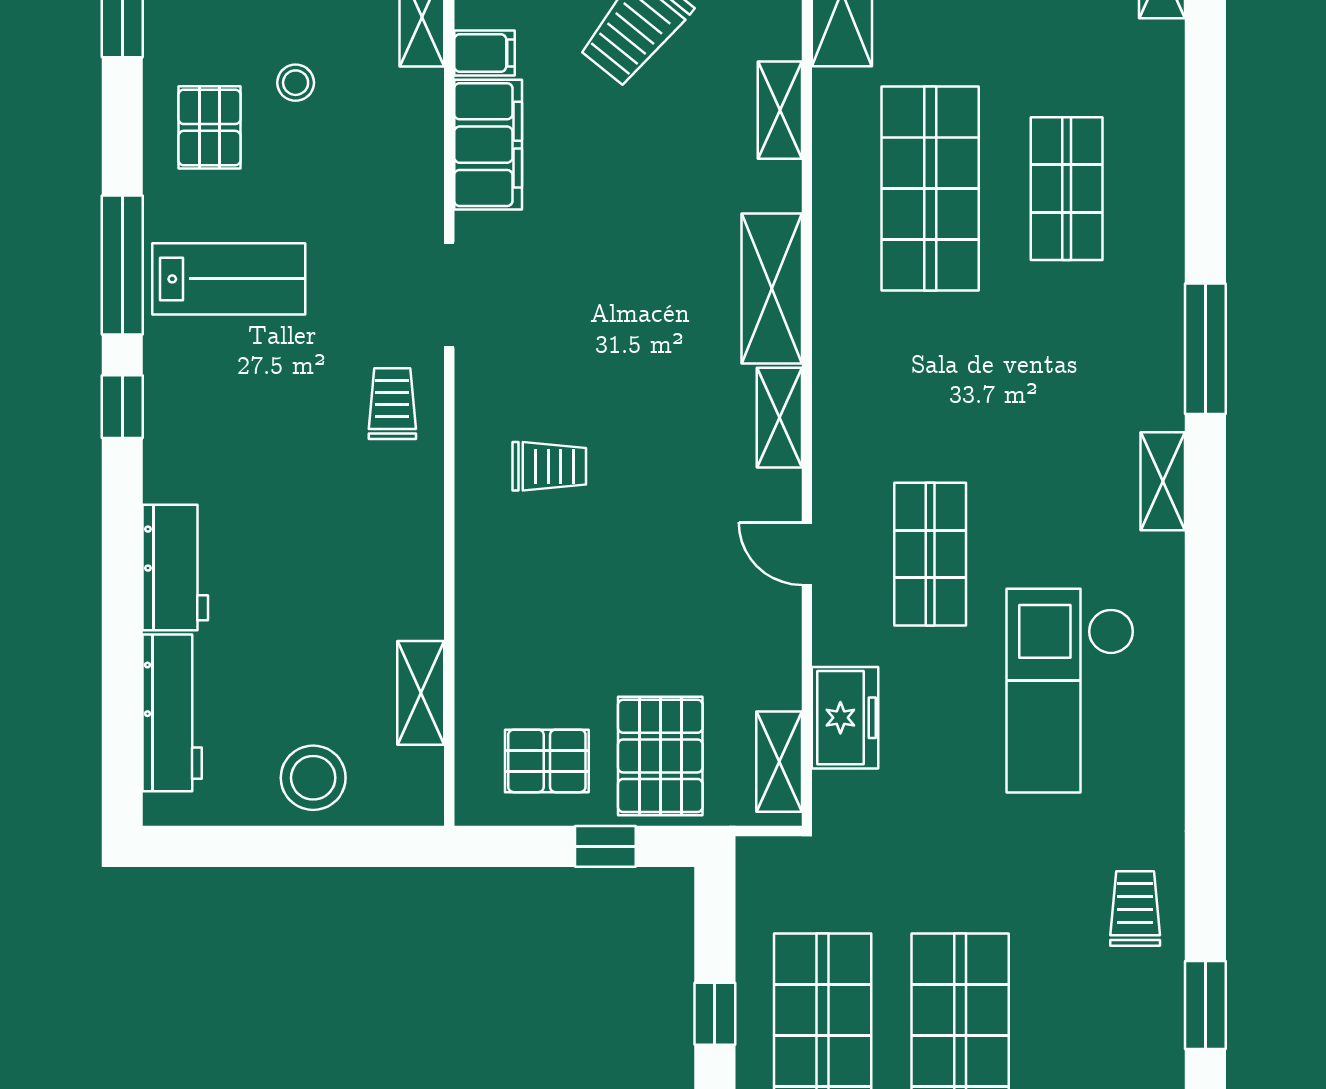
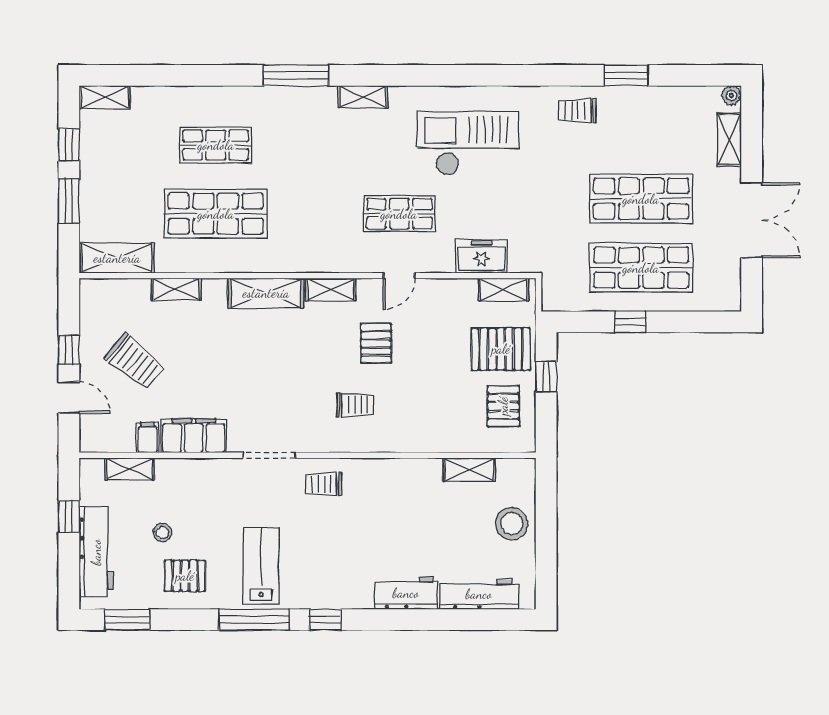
trolley: (549, 466) -> (355, 405), turned 90
pallet: (672, 508) -> (376, 343), added
checkout: (1070, 691) -> (468, 143), turned 180

